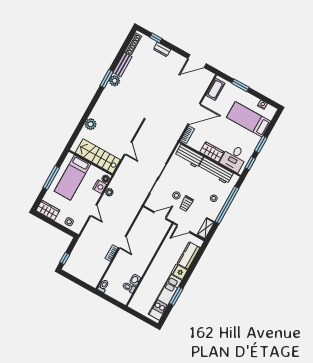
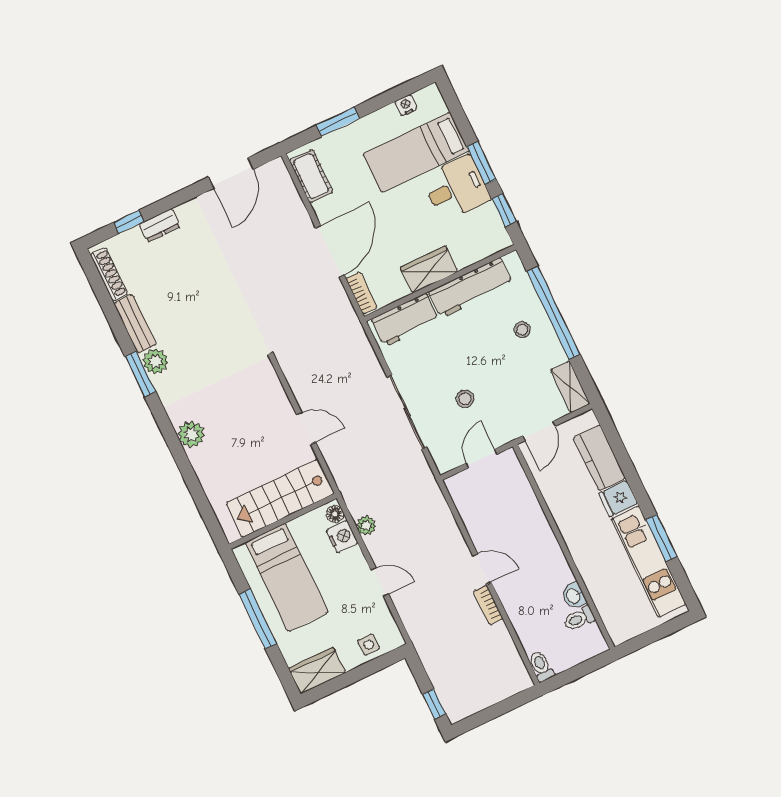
plant: (91, 124) -> (191, 434), moved
desk: (234, 158) -> (456, 188), moved, turned -90
trolley: (186, 204) -> (495, 391), removed

